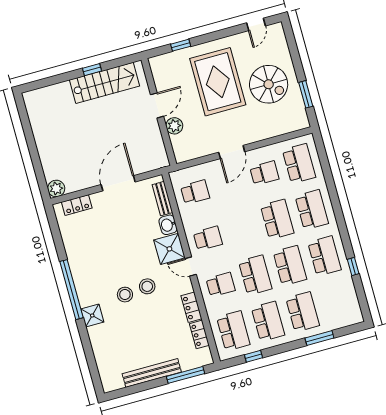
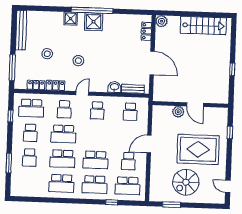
stairs: (105, 83) -> (203, 26), moved, turned -90
door: (232, 152) -> (149, 144), hinge flipped
shower: (169, 249) -> (94, 22), moved
window: (353, 266) -> (112, 202), moved
stool: (125, 295) -> (47, 54), moved
school desk: (303, 312) -> (29, 157), width x0.54
school desk: (268, 321) -> (30, 133), width x0.54
bench: (152, 373) -> (21, 30), moved

